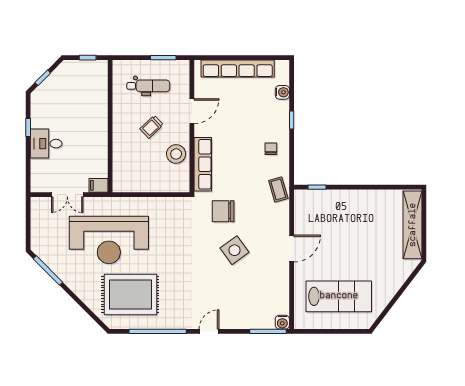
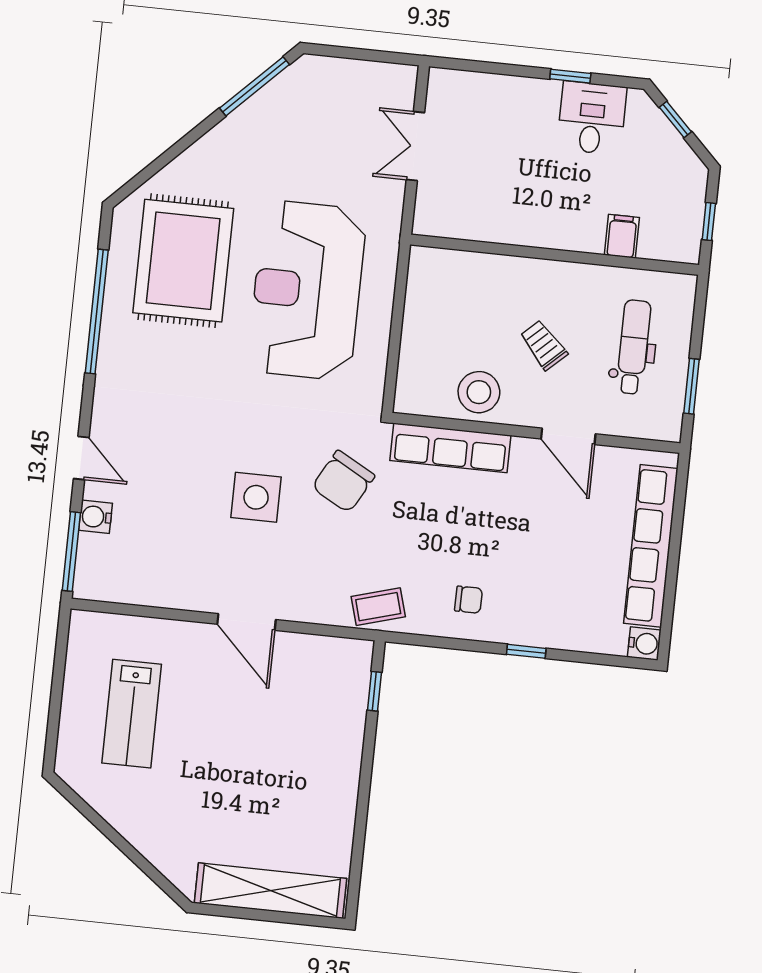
dental chair: (148, 86) -> (634, 347), turned 180
water cooler: (282, 92) -> (644, 643), moved, turned -90
desk: (46, 144) -> (592, 118), moved
filing cabinet: (98, 185) -> (622, 236), moved
chair: (223, 211) -> (343, 481), turned -151
reception desk: (109, 240) -> (307, 290), moved
side table: (234, 250) -> (256, 497), turned 36
lab bench: (339, 296) -> (132, 714), width x0.73, depth x0.72
water cooler: (282, 322) -> (95, 517), moved
door: (209, 331) -> (81, 458), moved

